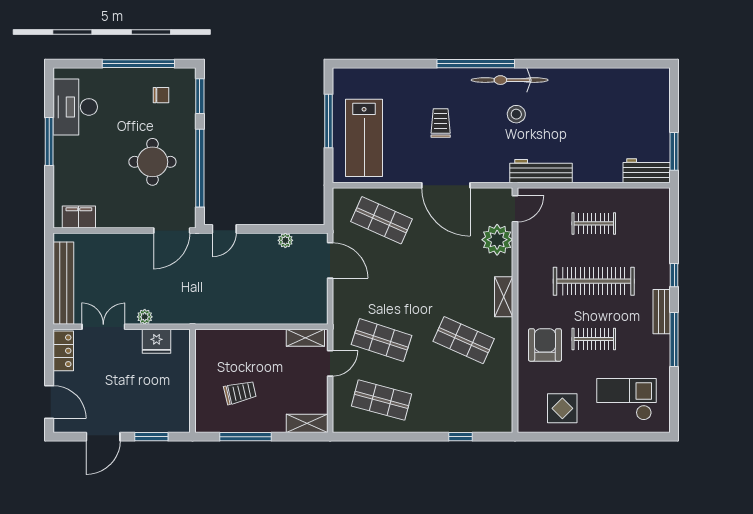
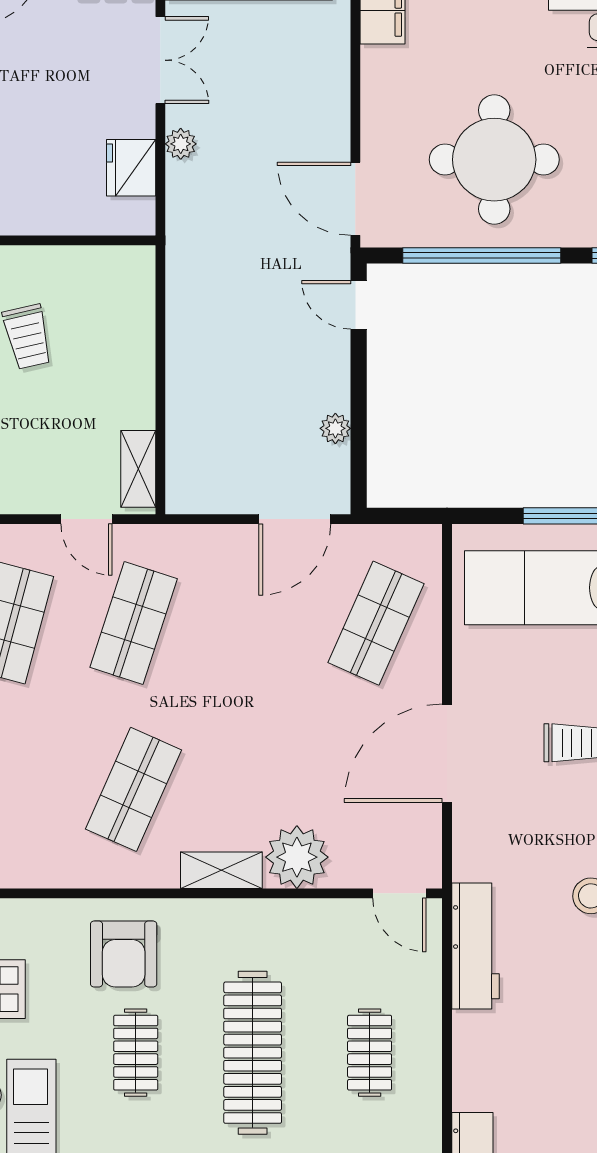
round table: (152, 162) -> (494, 160), width x1.36, depth x1.36
plant: (497, 240) -> (297, 857), moved
armchair: (545, 345) -> (124, 954), turned 90

